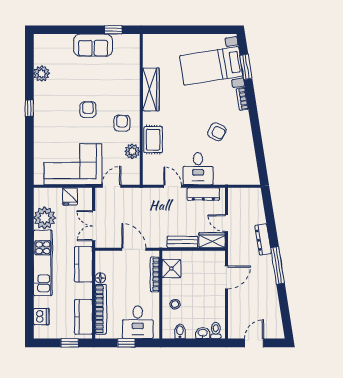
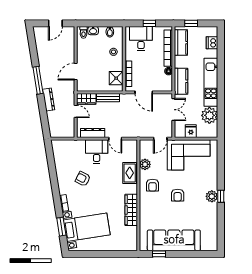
sofa: (93, 45) -> (174, 240), width x1.85, depth x1.27
plant: (42, 74) -> (212, 196), moved

